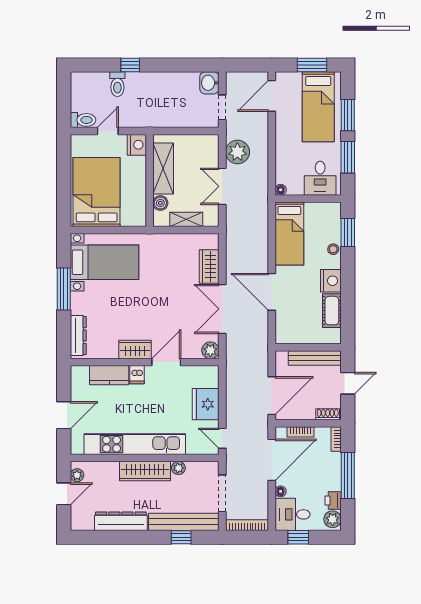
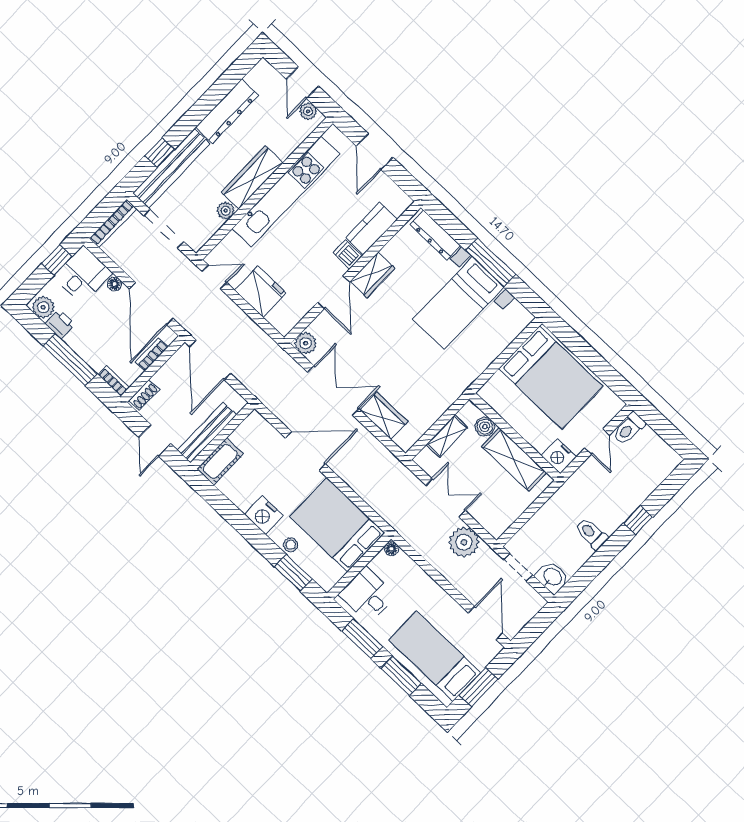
toilet: (117, 84) -> (591, 534), moved
bed: (289, 234) -> (337, 525), width x1.50
bed with nightstands: (104, 262) -> (458, 303), moved
cot: (332, 311) -> (220, 461), moved, turned 90

